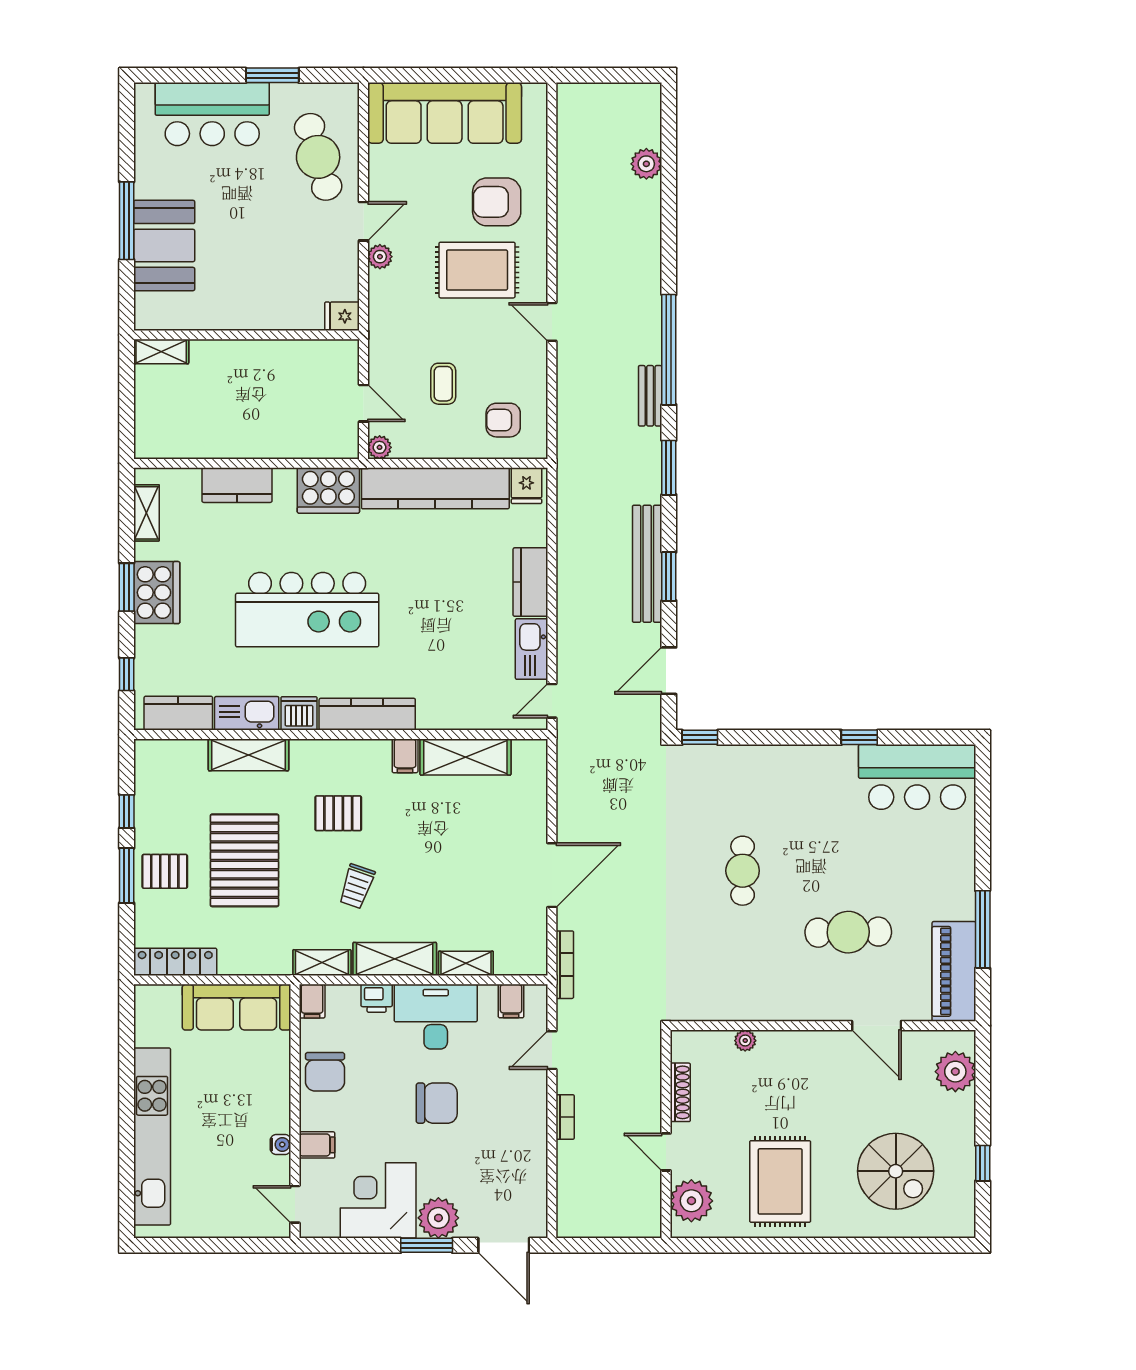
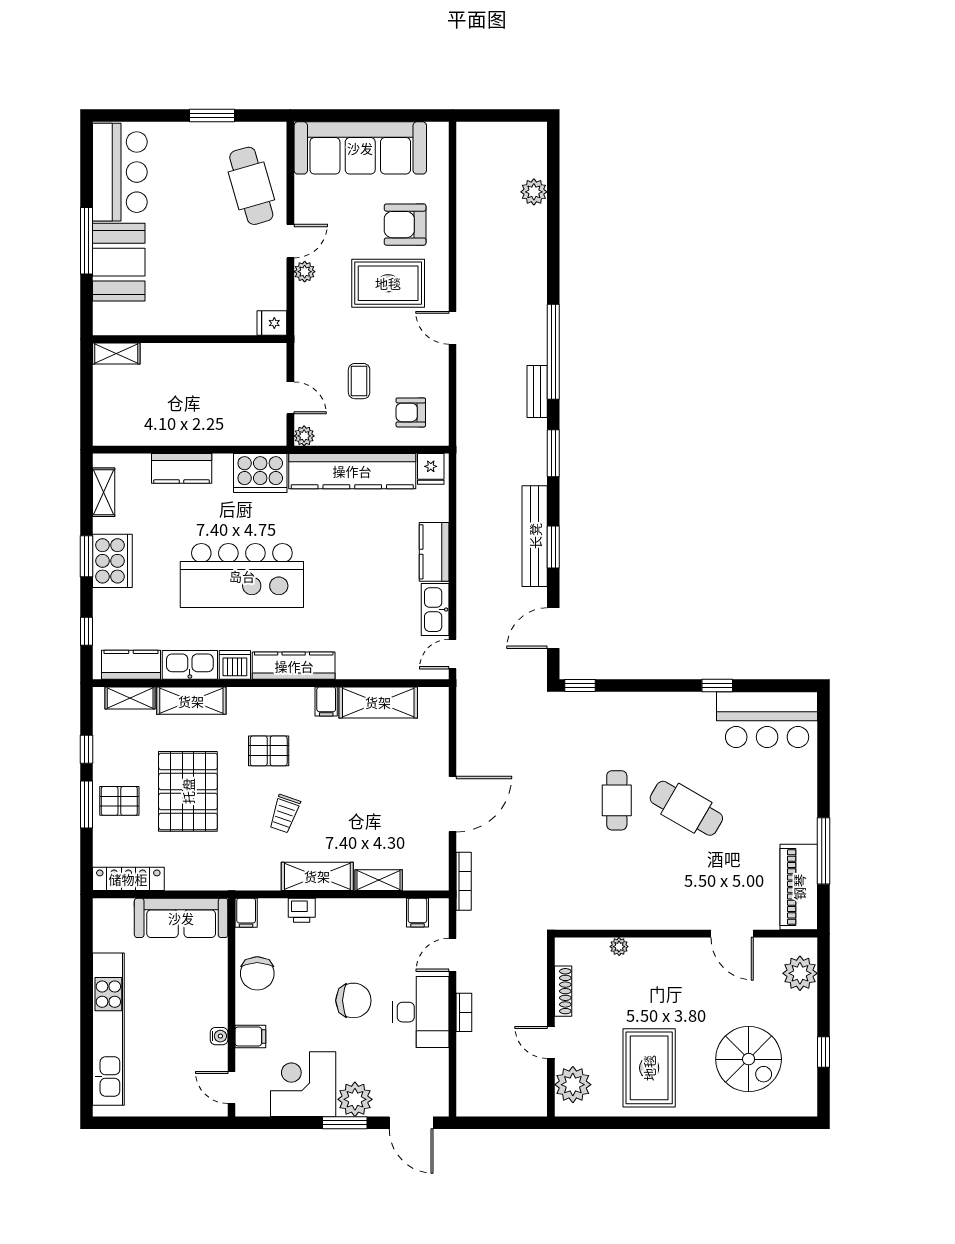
bar counter: (212, 114) -> (120, 172), moved, turned -90
cafe table: (848, 932) -> (686, 808), moved, turned 31
shelving: (322, 963) -> (130, 698), moved
desk: (436, 1017) -> (421, 1012), moved, turned 90

